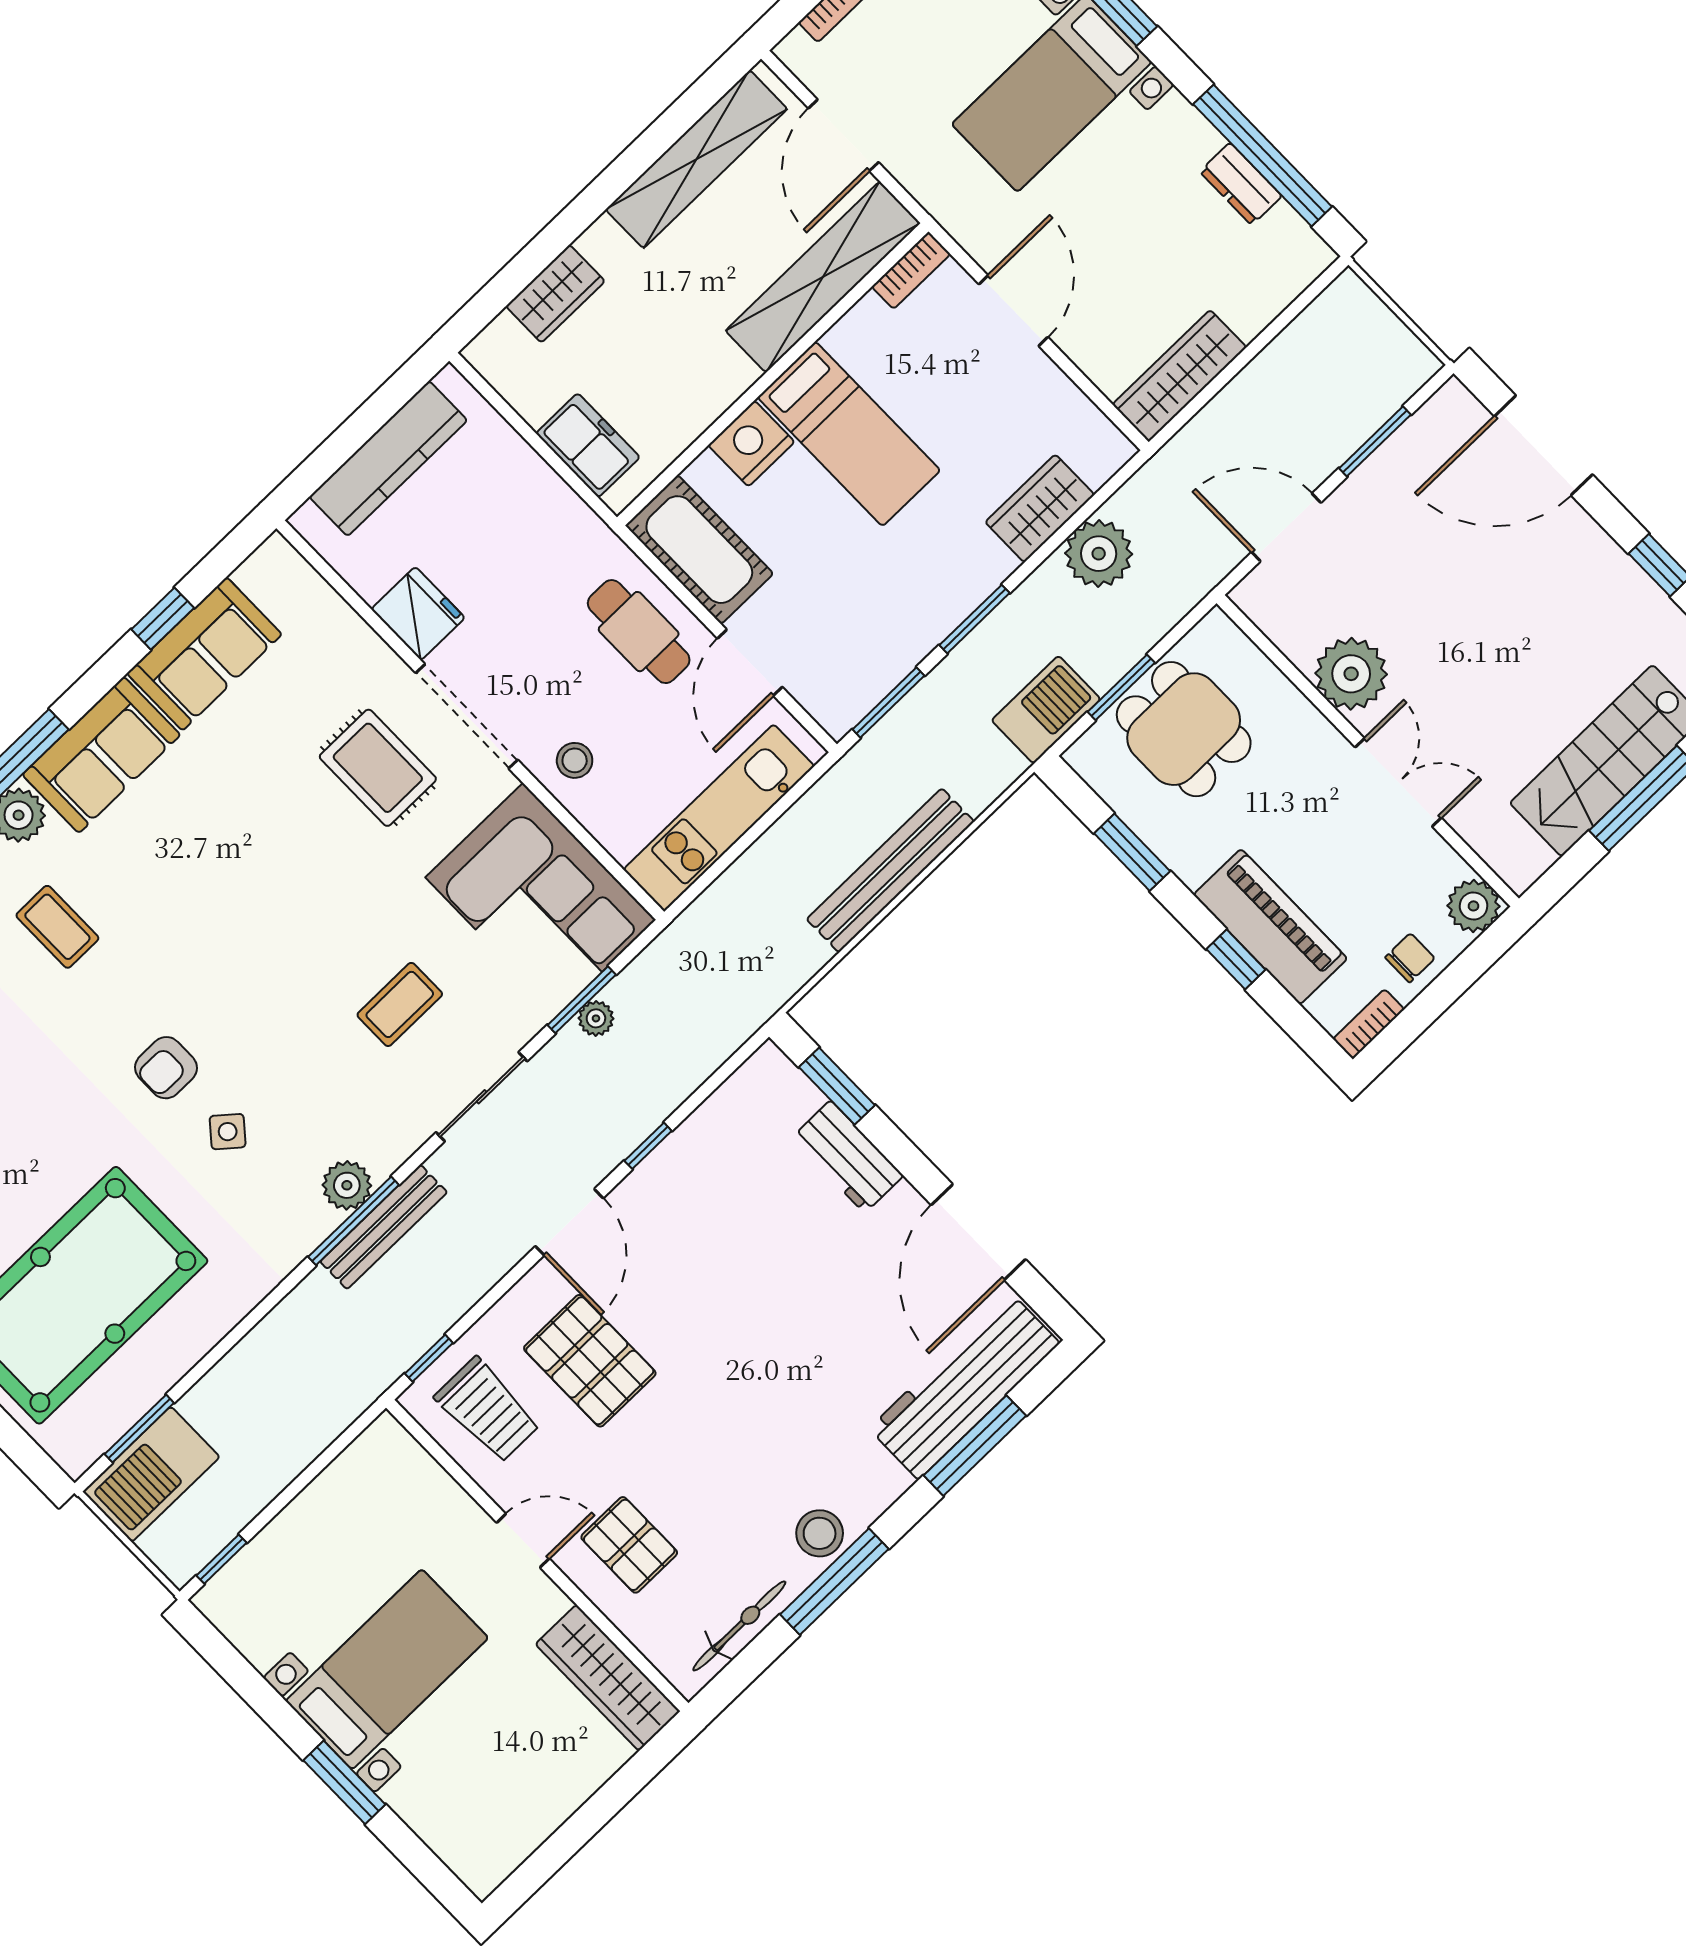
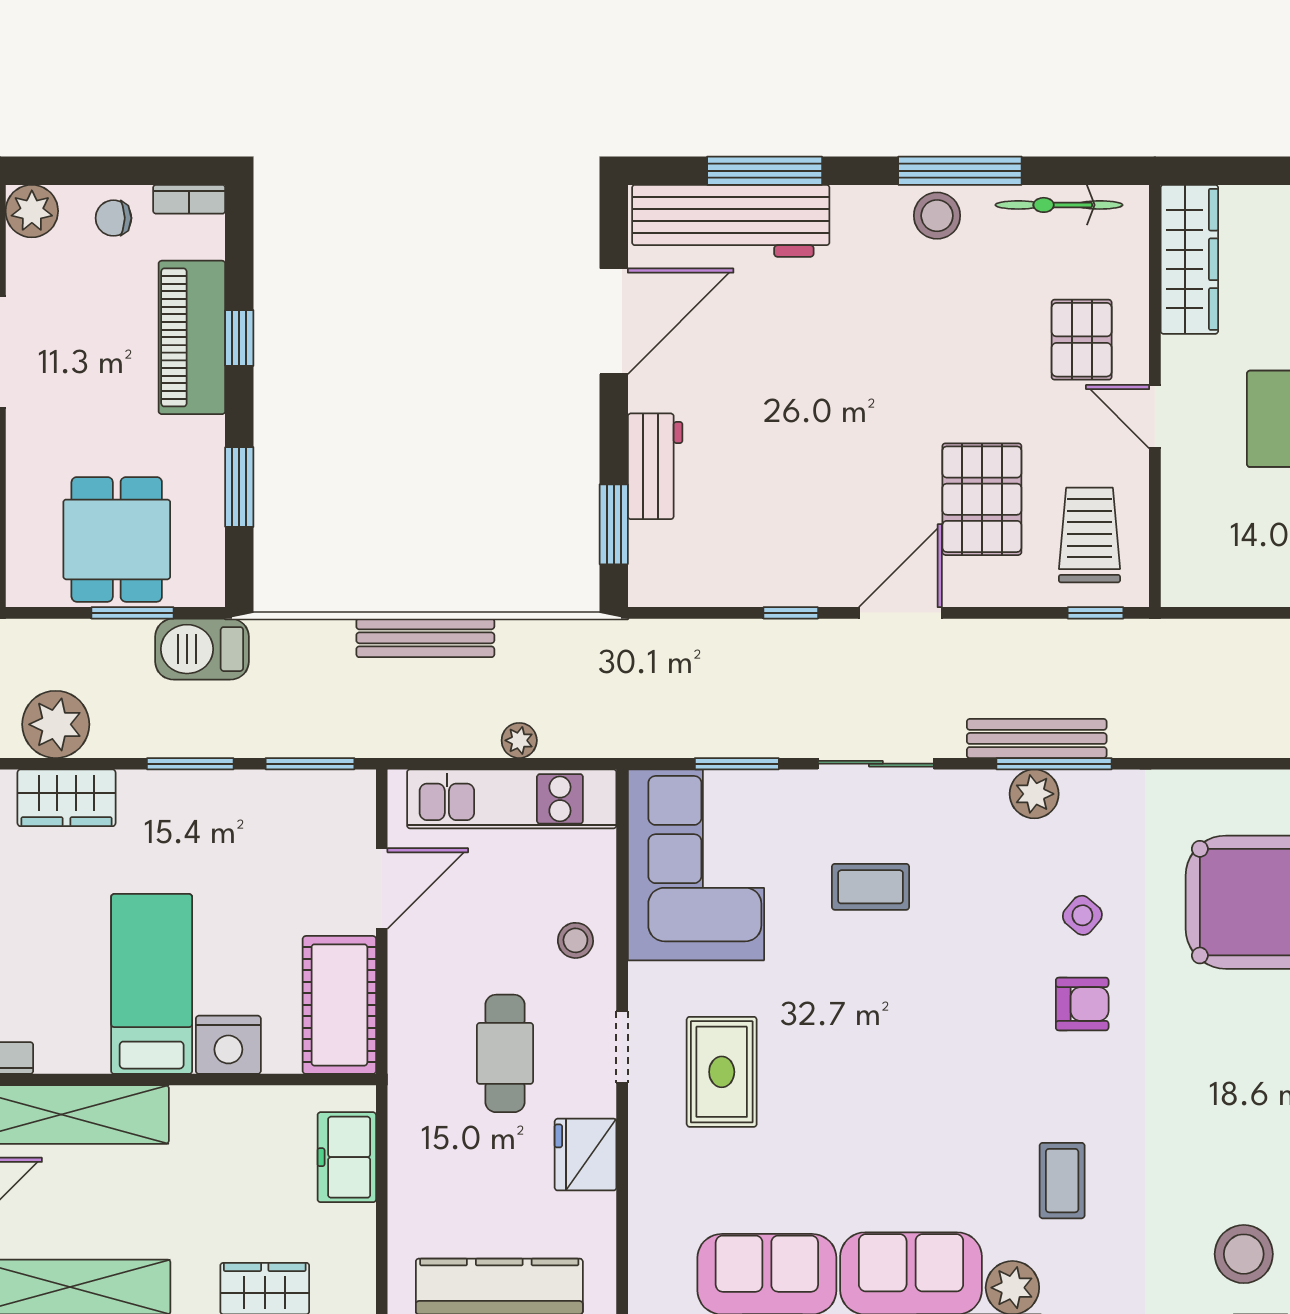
cafe table: (639, 632) -> (505, 1053), moved
doorway: (467, 716) -> (622, 1047), width x0.53
bench: (890, 870) -> (425, 638), width x0.73, depth x0.82
plant: (596, 1018) -> (519, 740), moved

